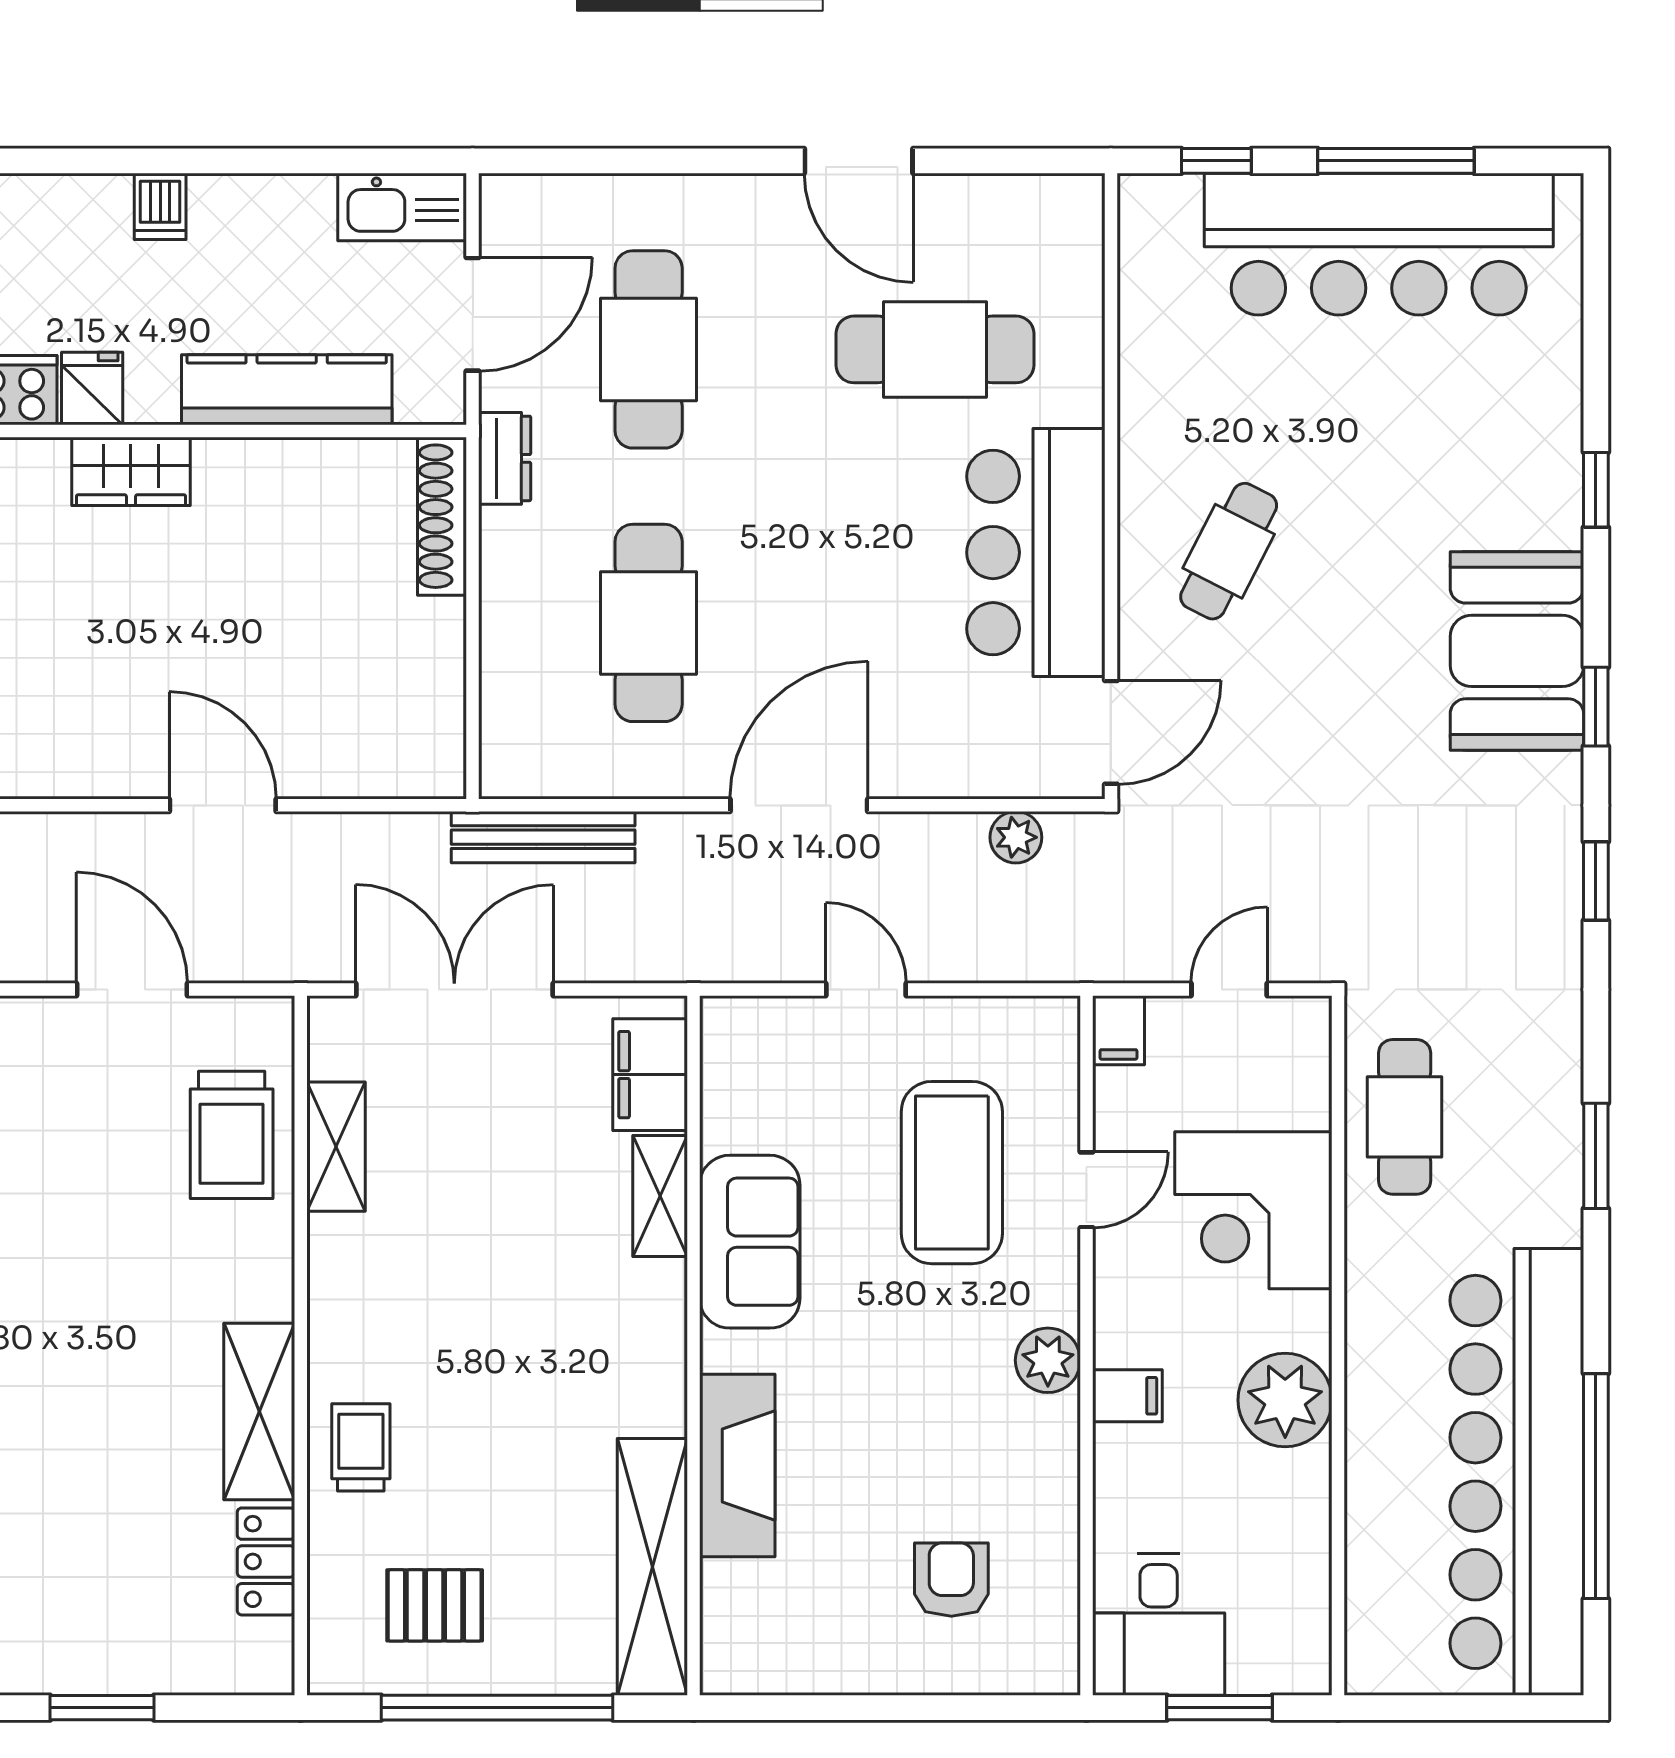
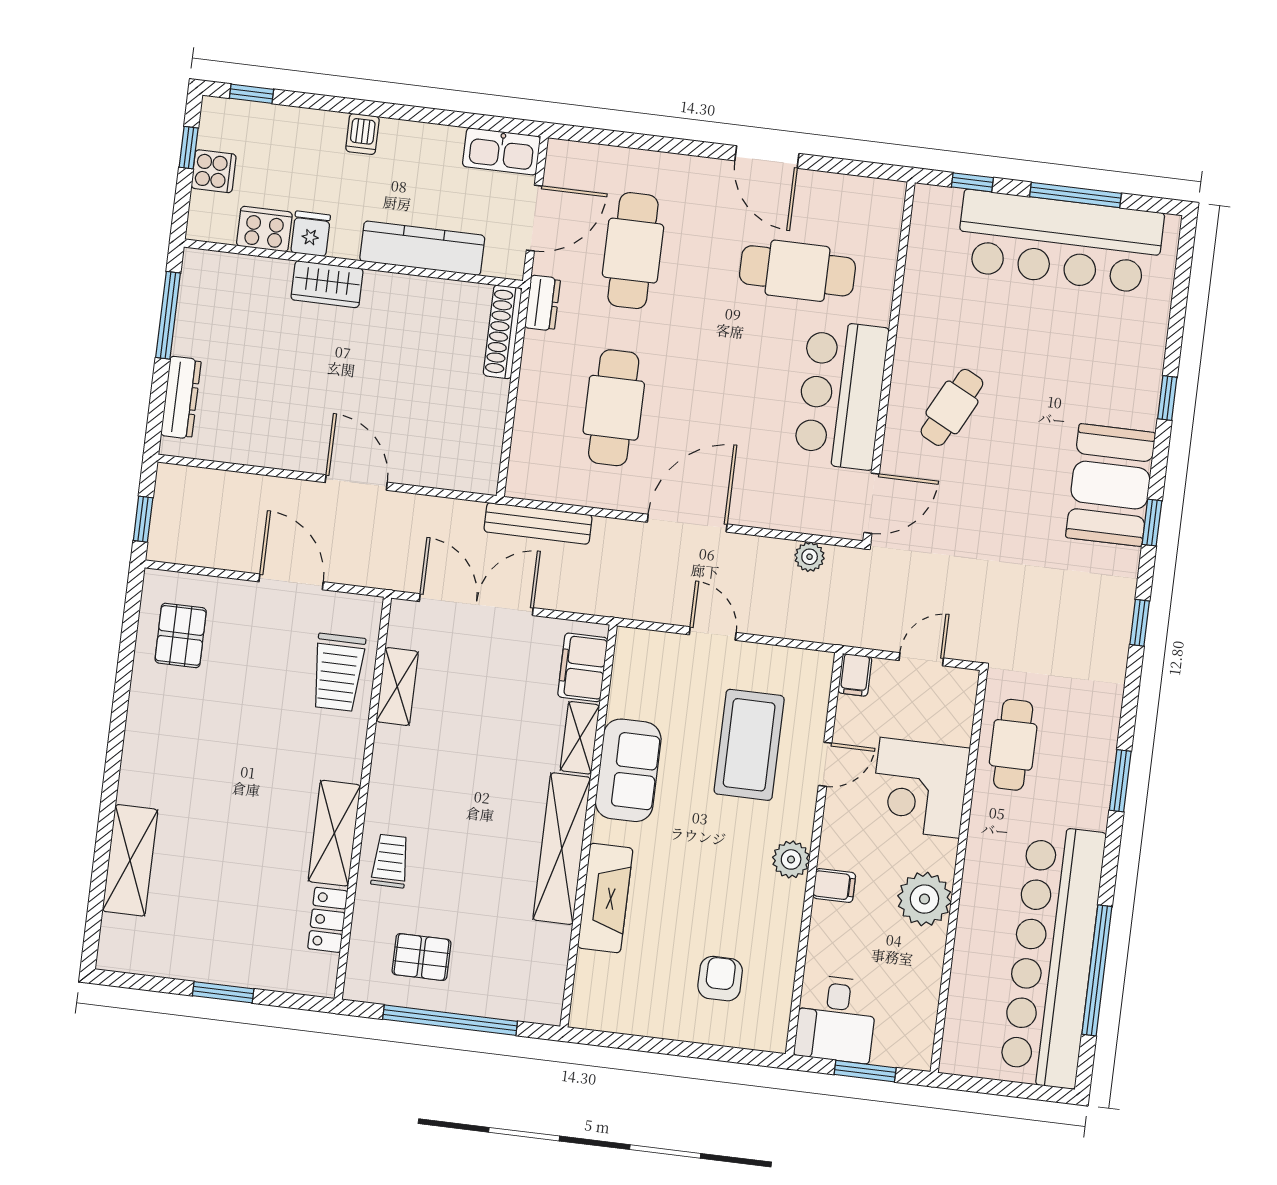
shelving: (652, 1567) -> (562, 849), moved

